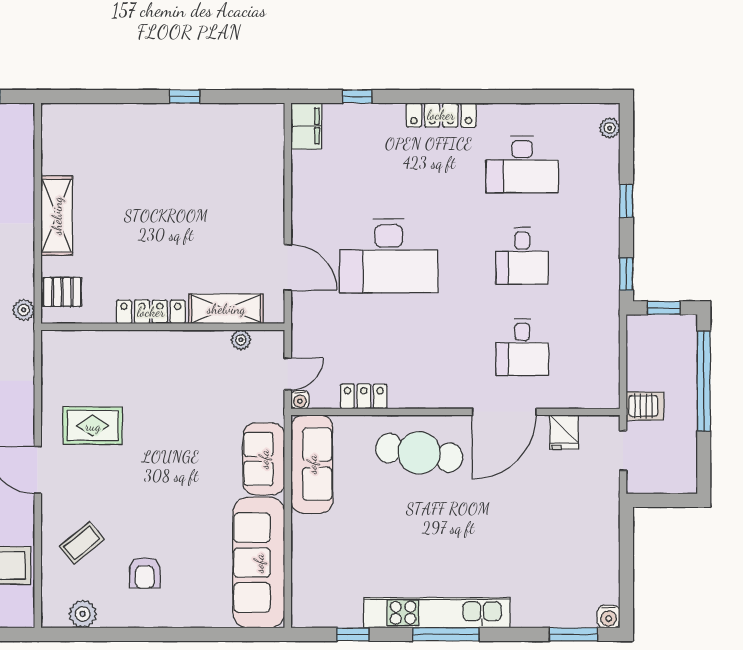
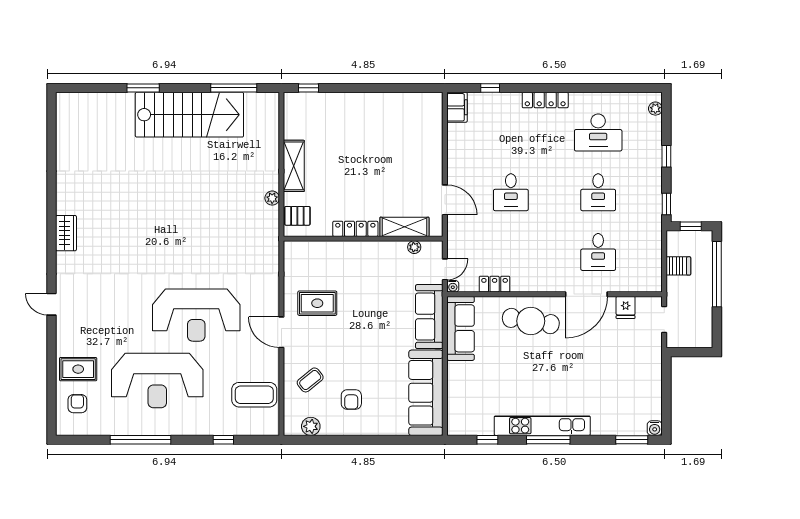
window: (185, 97) -> (308, 88), moved
desk: (389, 256) -> (511, 192), width x0.53, depth x0.77
plant: (24, 310) -> (272, 198), moved
server rack: (645, 406) -> (678, 266), moved
sofa: (264, 459) -> (429, 317), width x1.36

